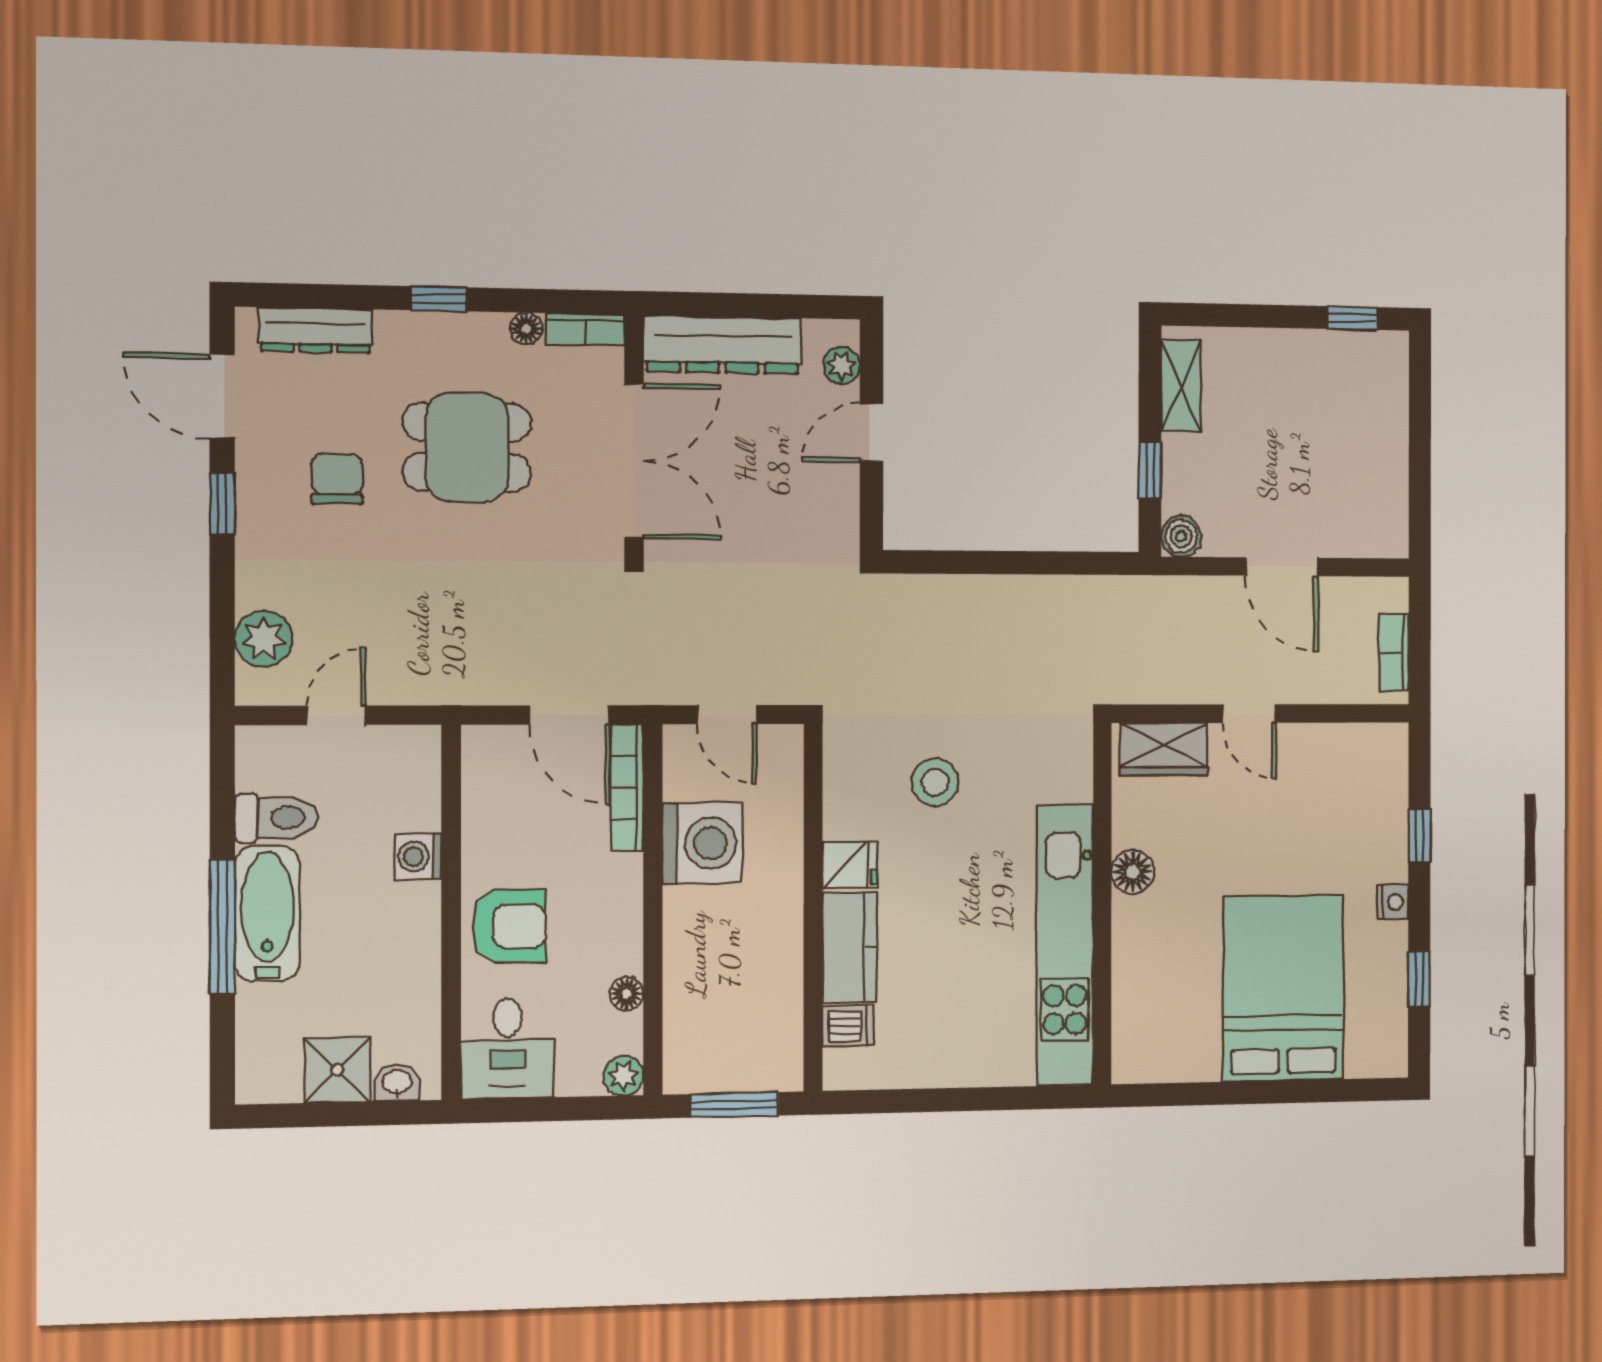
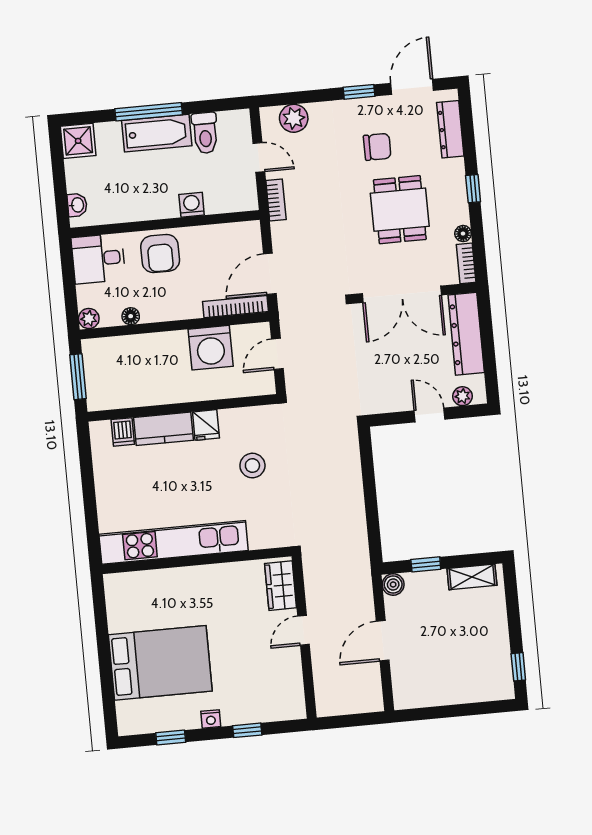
bookcase: (1394, 653) -> (276, 200), moved, turned 90
floor lamp: (1133, 872) -> (215, 575), removed
shower: (337, 1070) -> (78, 141), moved

